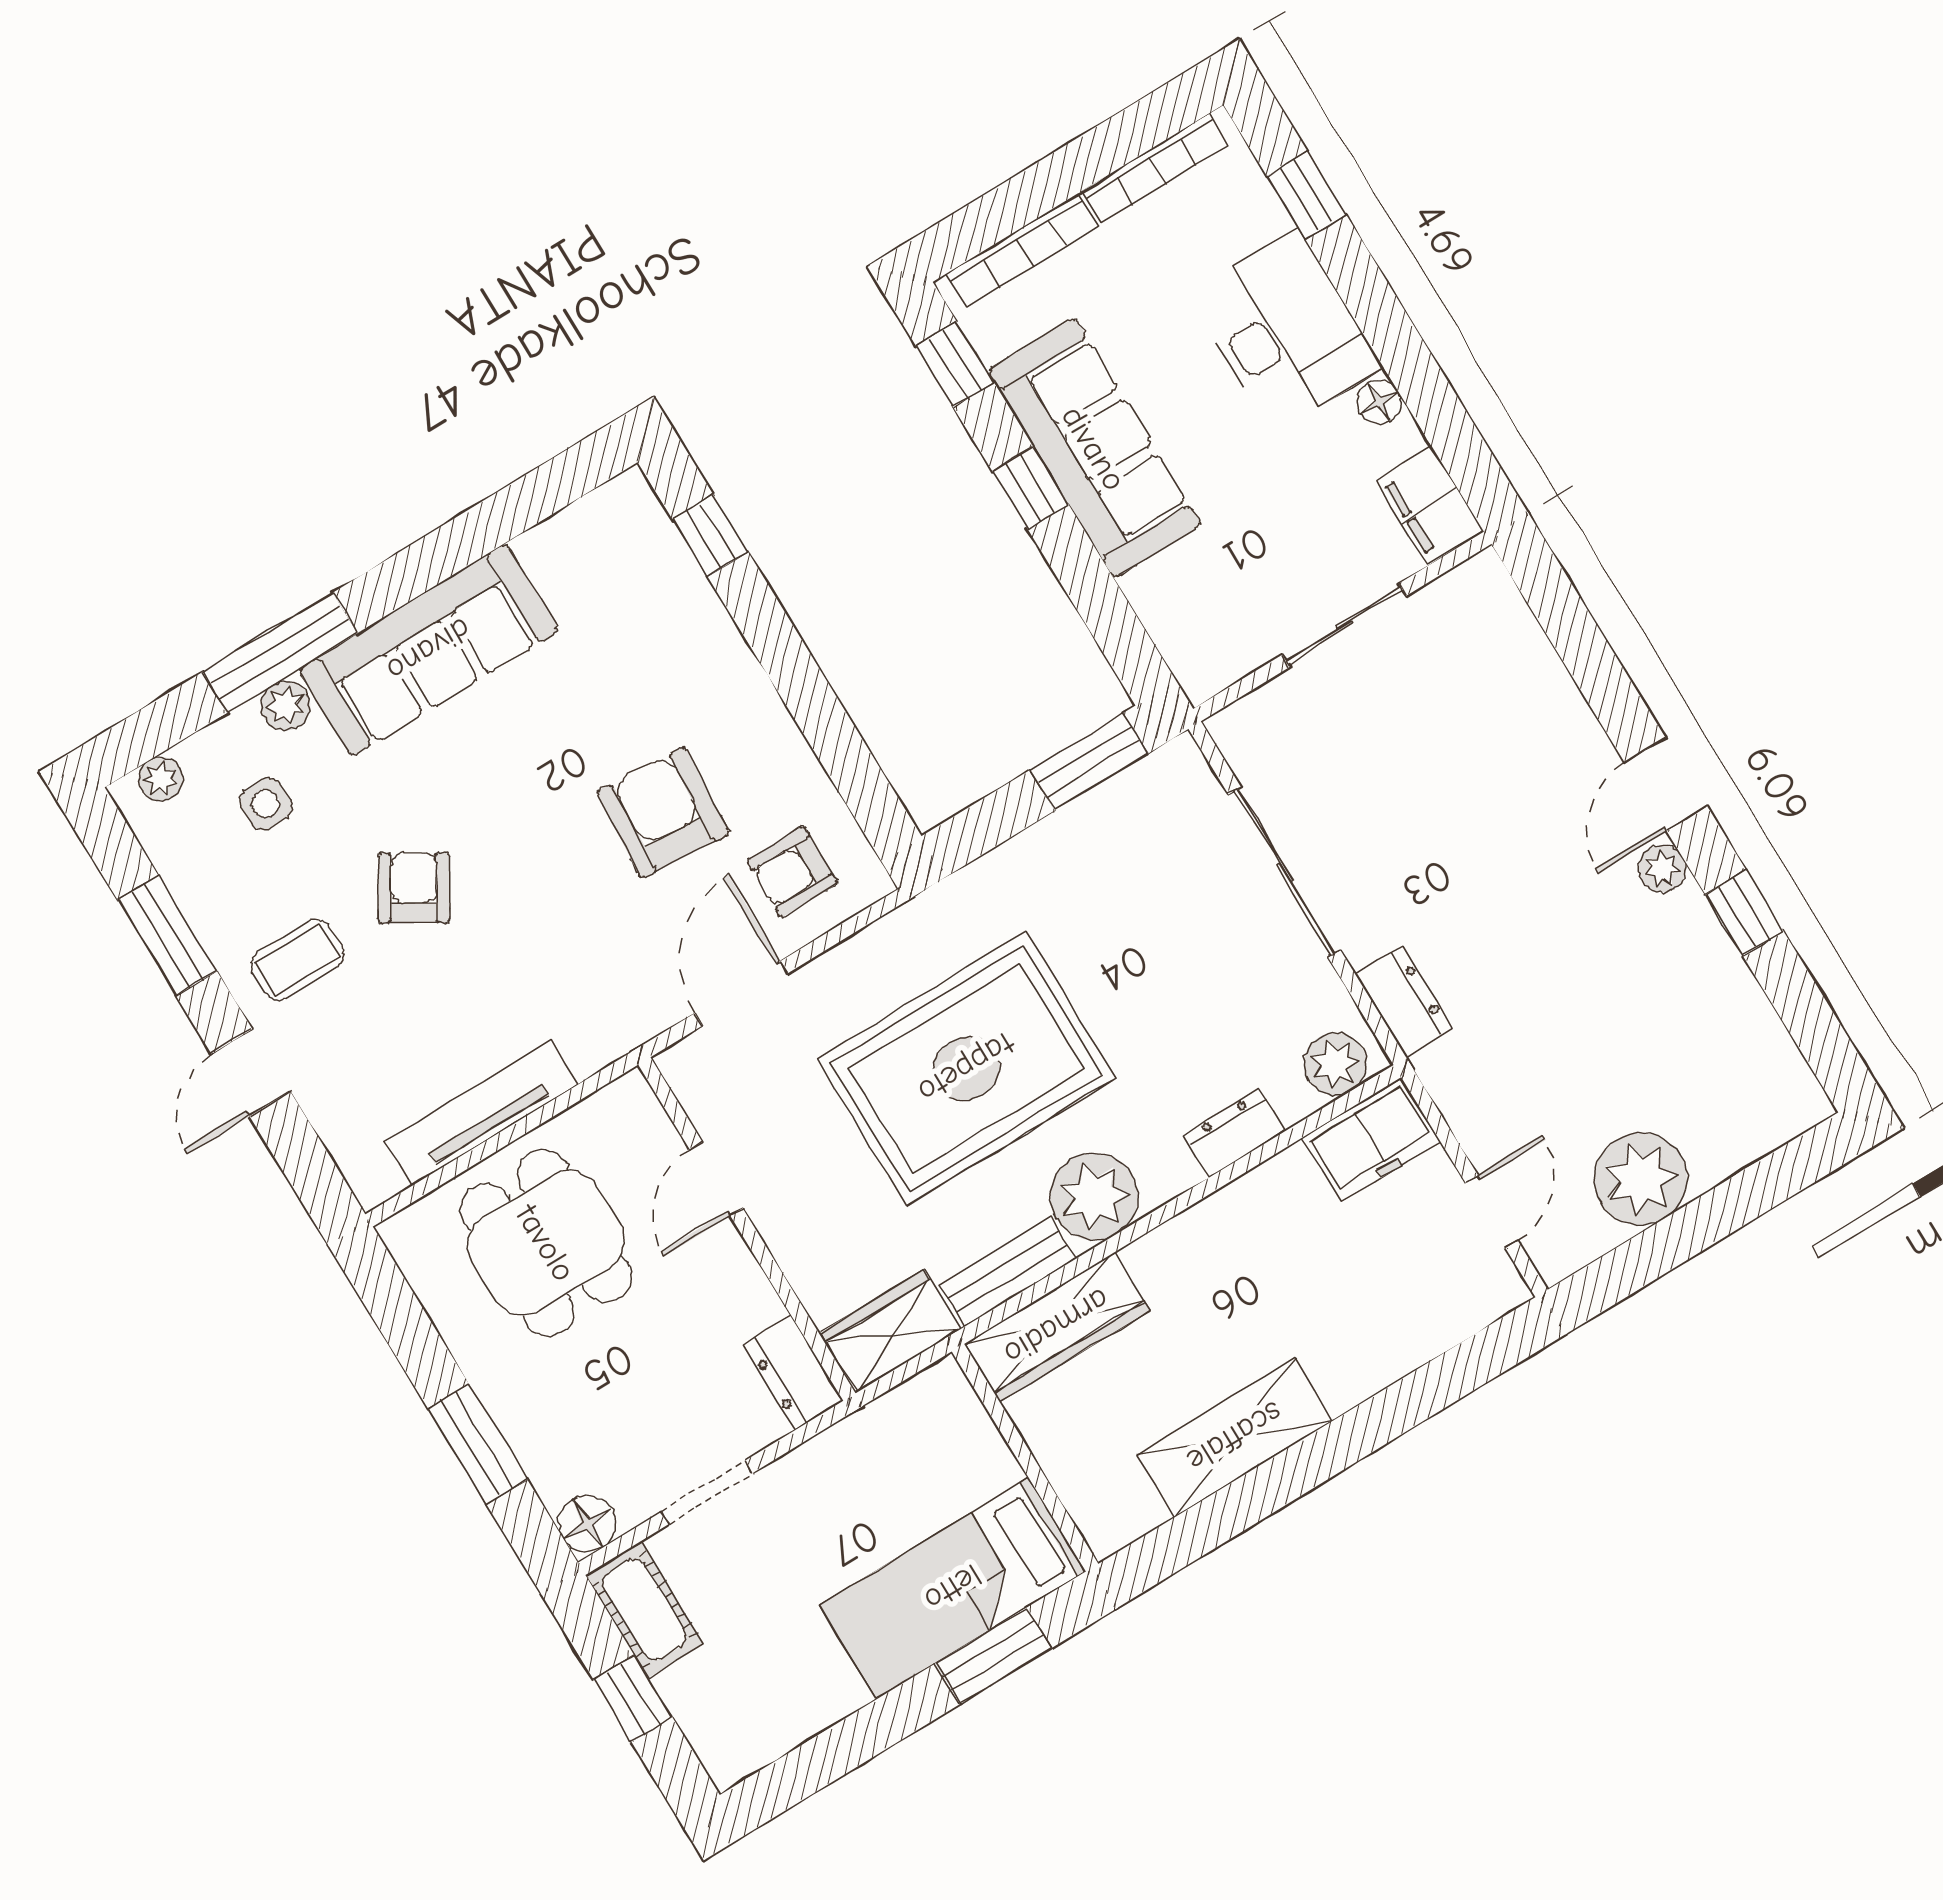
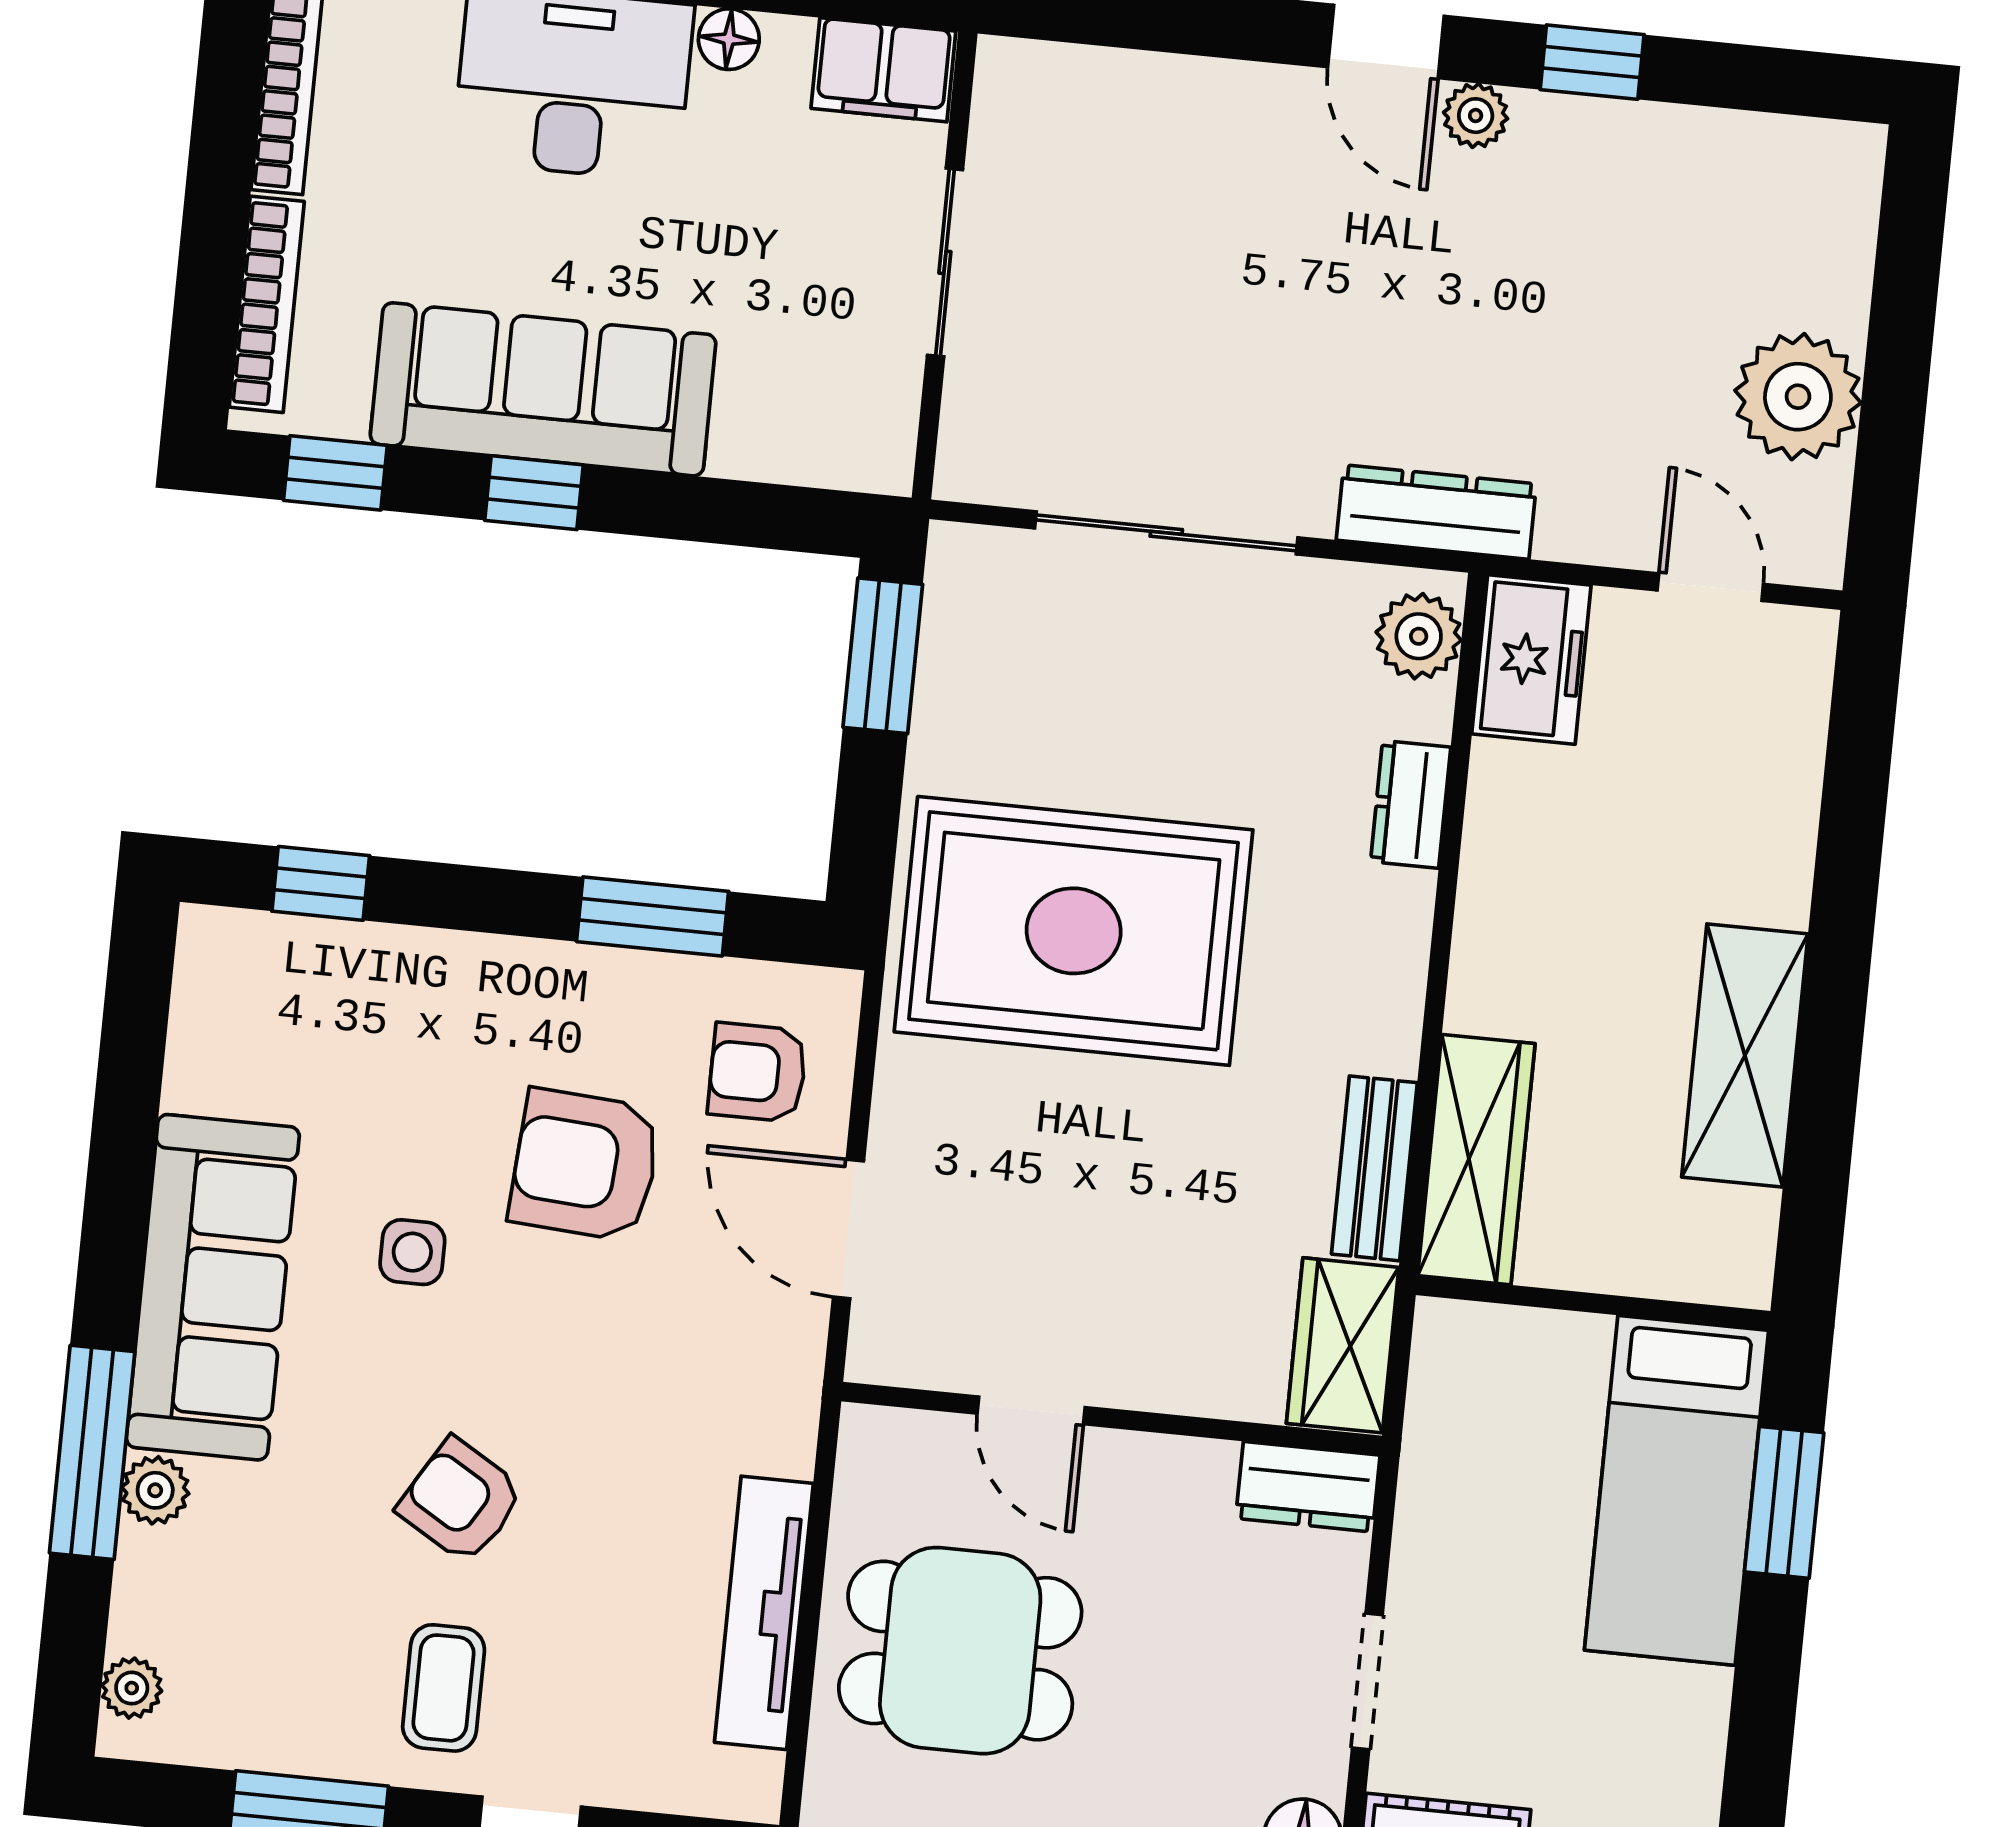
window: (837, 743) -> (653, 916), added
side table: (266, 804) -> (412, 1252), moved
armchair: (792, 872) -> (758, 1072), turned 90
dresser: (1404, 1001) -> (1436, 512), width x1.44
rug: (966, 1068) -> (1074, 931), moved, turned 90
plant: (1094, 1197) -> (1364, 1011), removed

